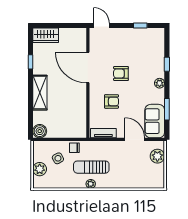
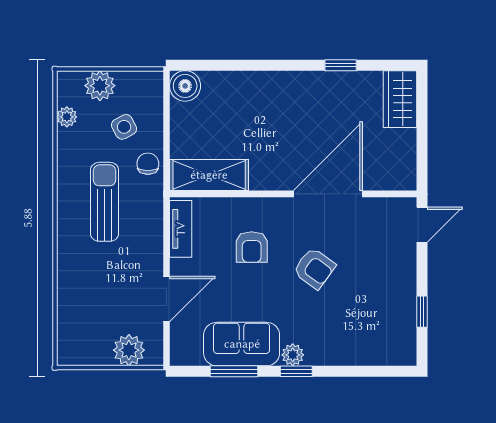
window: (167, 64) -> (296, 371), moved
armchair: (121, 74) -> (314, 268), turned 126
shelving: (40, 93) -> (209, 175), moved
sofa: (155, 121) -> (242, 344), moved
plant: (91, 184) -> (67, 117), moved

